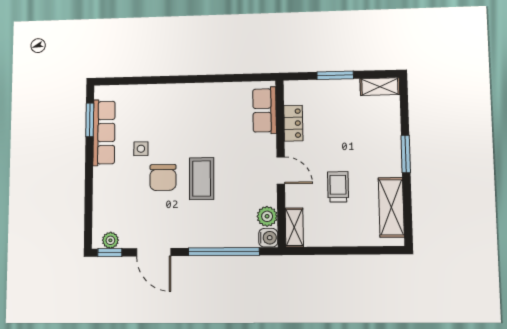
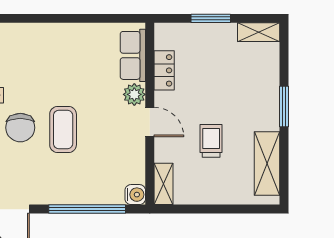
plant: (267, 216) -> (134, 94), moved

